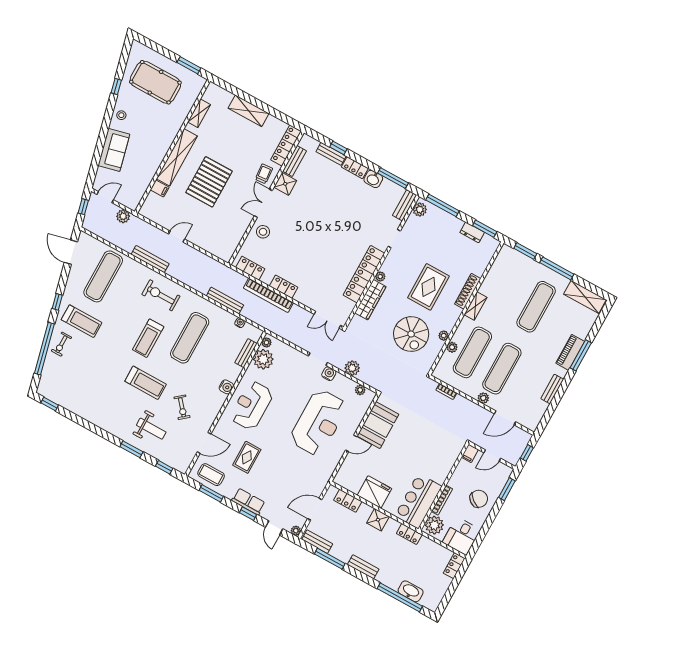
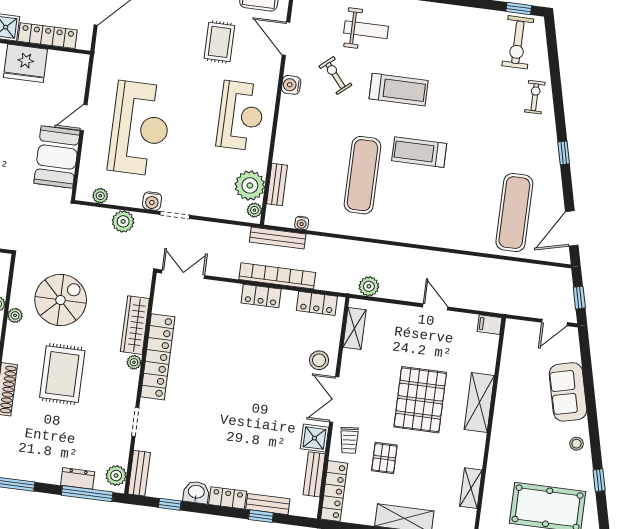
pallet: (246, 154) -> (384, 458), added
shelving: (177, 157) -> (479, 402), width x0.68
window: (393, 178) -> (170, 504), width x0.46
filing cabinet: (160, 188) -> (490, 325), moved
double door: (263, 203) -> (334, 399), swing flipped
plant: (123, 216) -> (369, 286), moved
dresser: (472, 232) -> (78, 478), moved
door: (177, 237) -> (435, 307), swing flipped
shelving: (233, 243) -> (354, 329), added
door: (71, 252) -> (572, 228), swing flipped
bench: (150, 259) -> (459, 262), removed
exercise bike: (161, 295) -> (518, 42), moved, turned 90
bench: (225, 301) -> (278, 238), moved
treadmill: (82, 321) -> (520, 139), removed
spiral stairs: (411, 334) -> (61, 300), turned 90
treadmill: (148, 338) -> (419, 152), turned -90
window: (44, 349) -> (556, 82), removed
treadmill: (146, 383) -> (399, 90), turned 180
water cooler: (226, 387) -> (291, 85), moved
reception desk: (318, 422) -> (140, 129), turned 180
weight bench: (151, 429) -> (366, 30), turned 180
door: (204, 443) -> (286, 39), hinge flipped
locker: (348, 501) -> (48, 36), width x1.53

